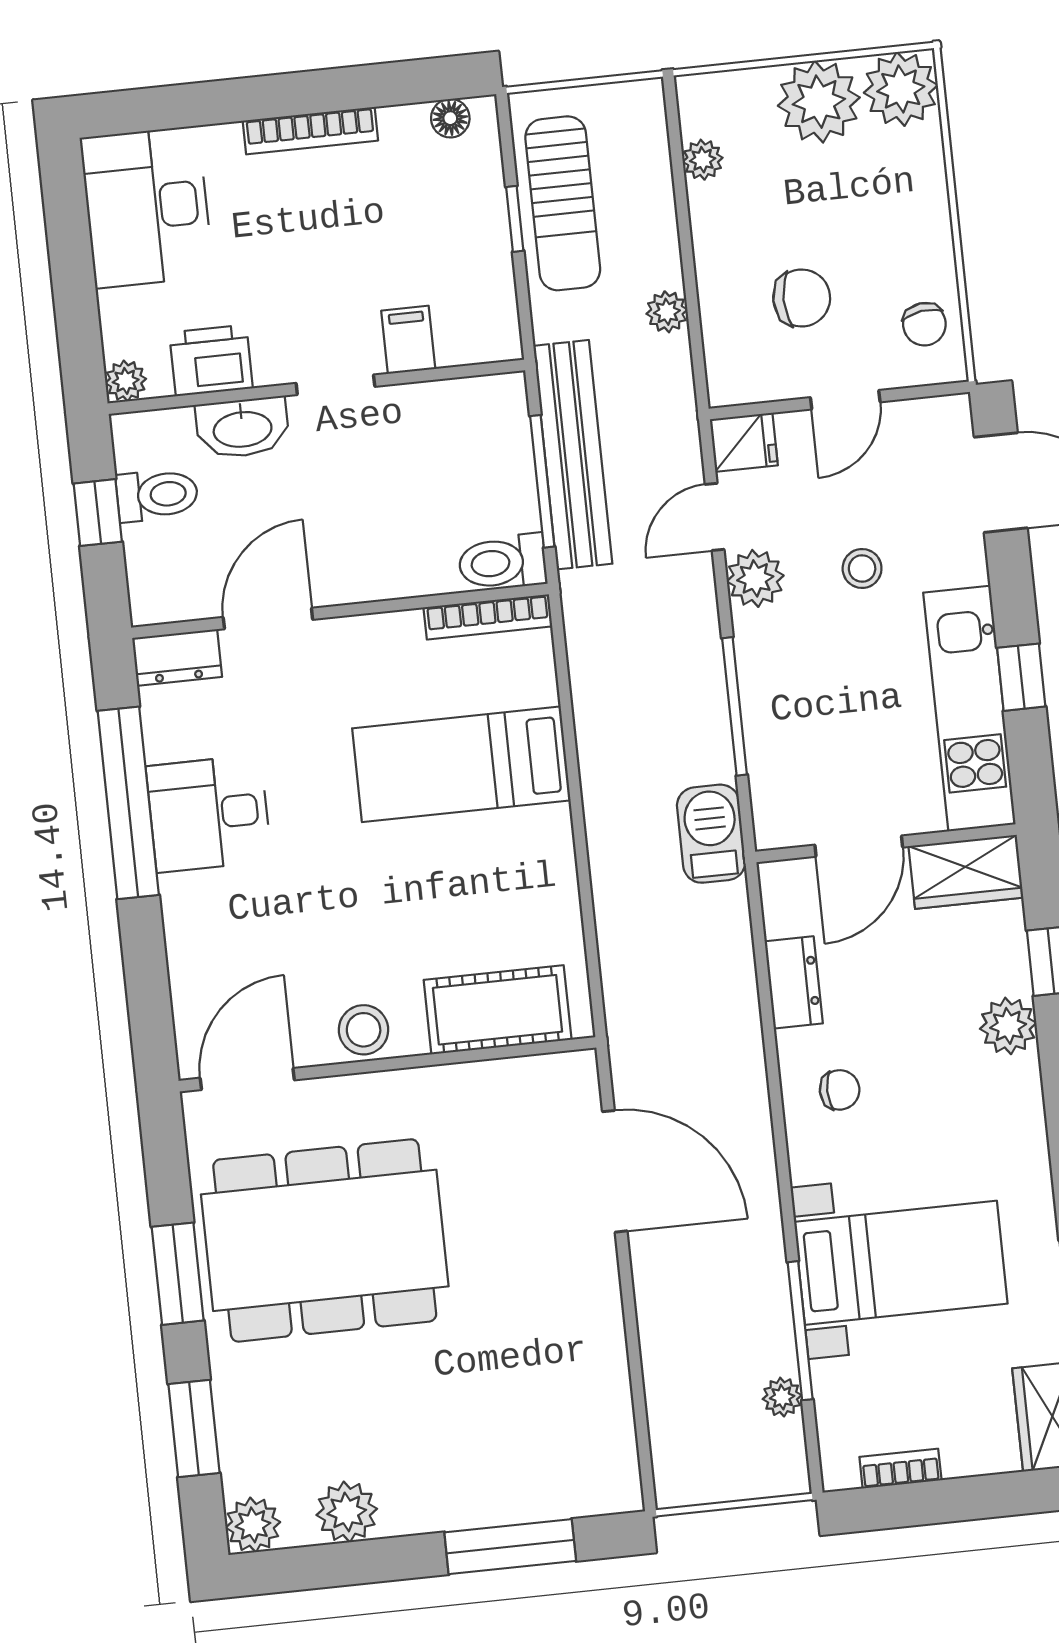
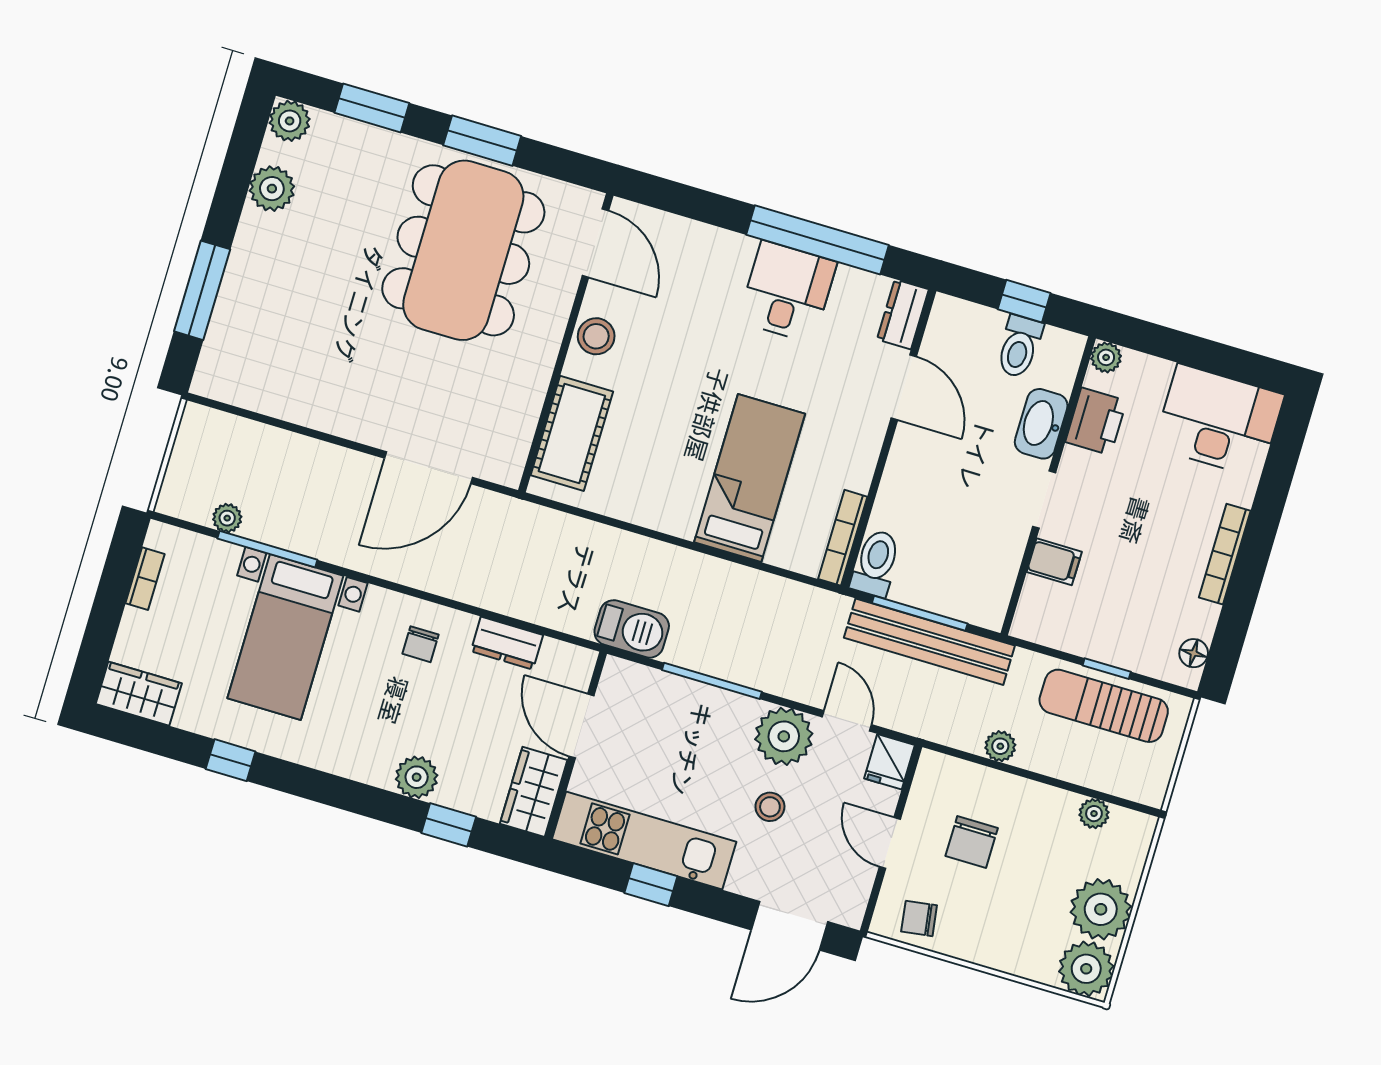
plant: (755, 578) -> (784, 736), width x1.36, depth x1.36

